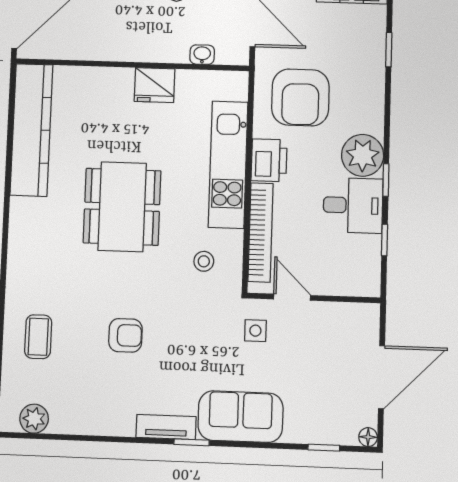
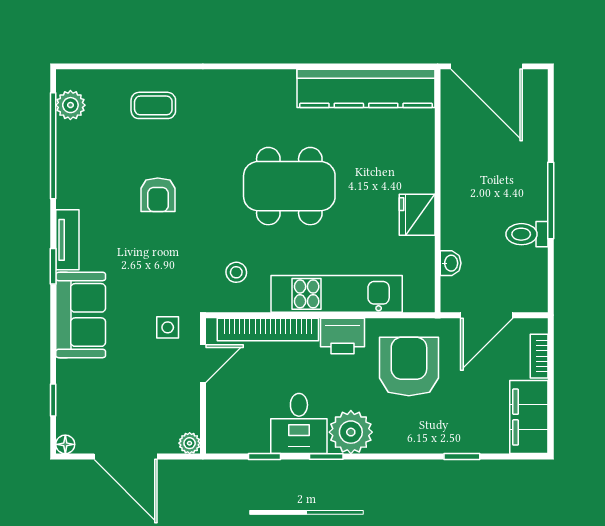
armchair: (300, 97) -> (409, 366), turned 90
plant: (370, 313) -> (190, 443), added
window: (73, 438) -> (53, 146), added

